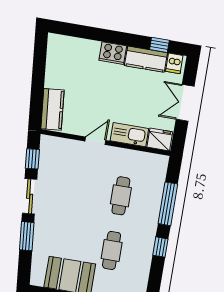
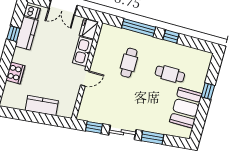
window: (159, 45) -> (13, 34), moved
cooker: (113, 53) -> (15, 73), moved
kitchen counter: (52, 109) -> (42, 106), moved
door: (95, 141) -> (85, 78), swing flipped
cafe table: (121, 196) -> (129, 63), turned 90

